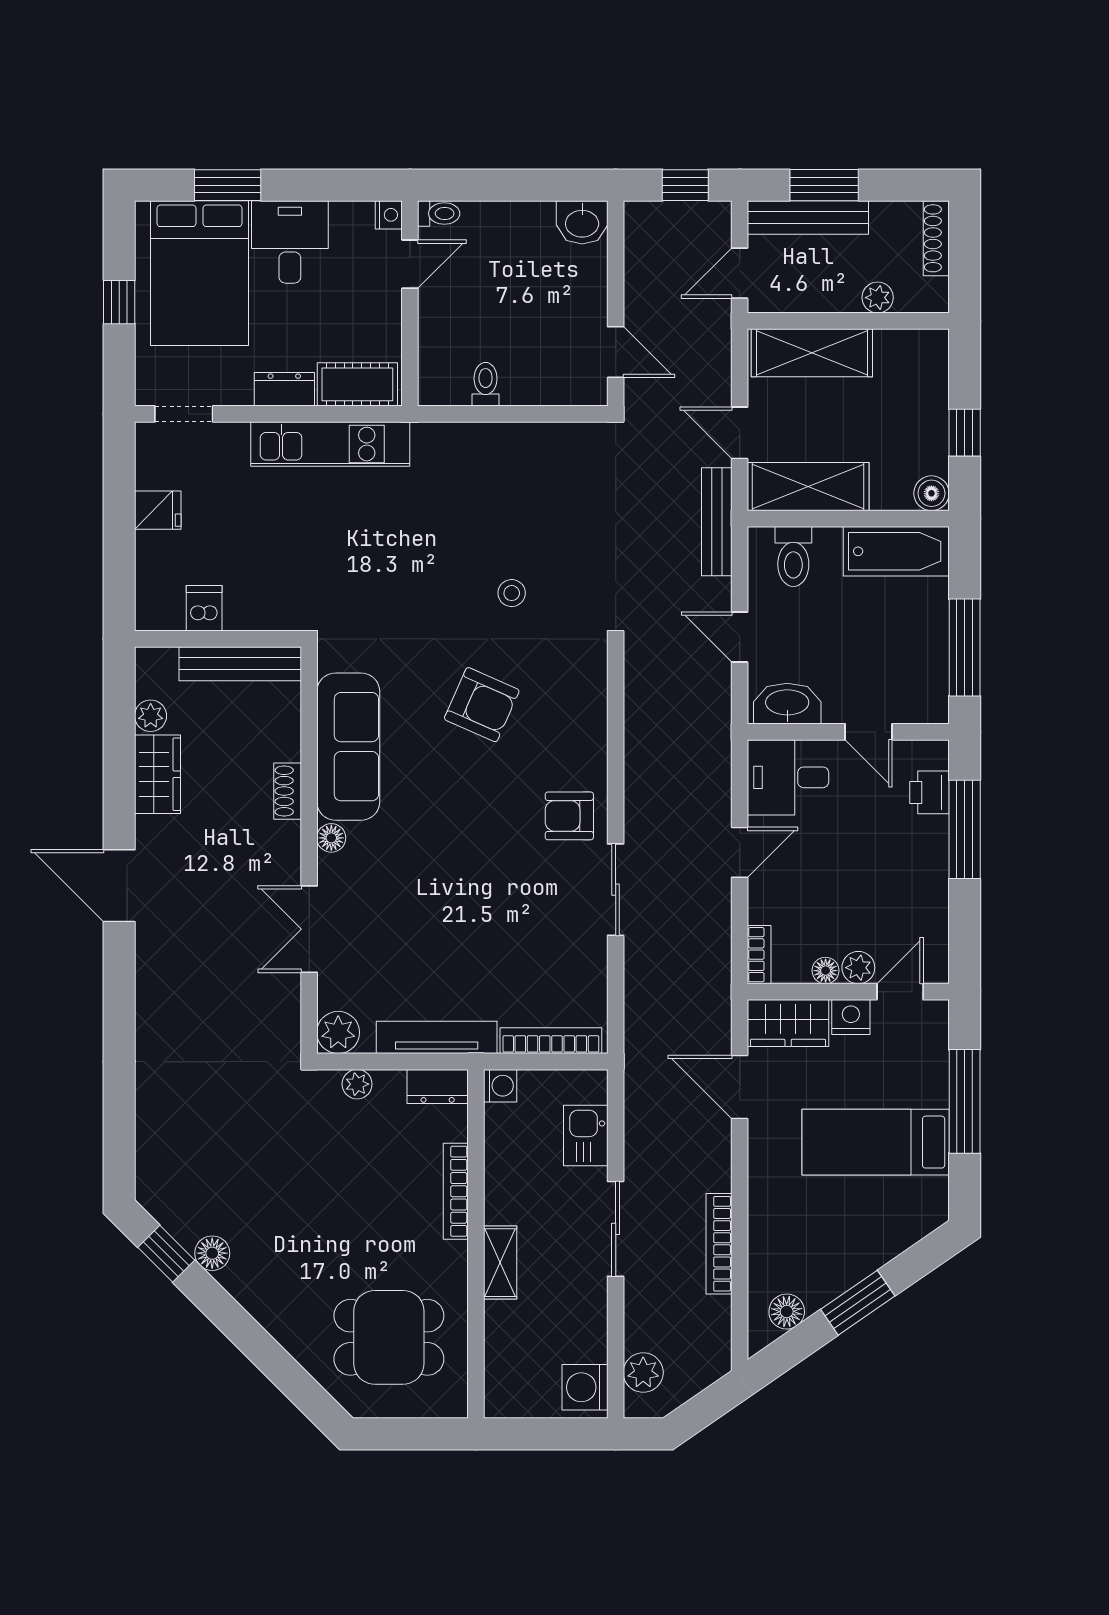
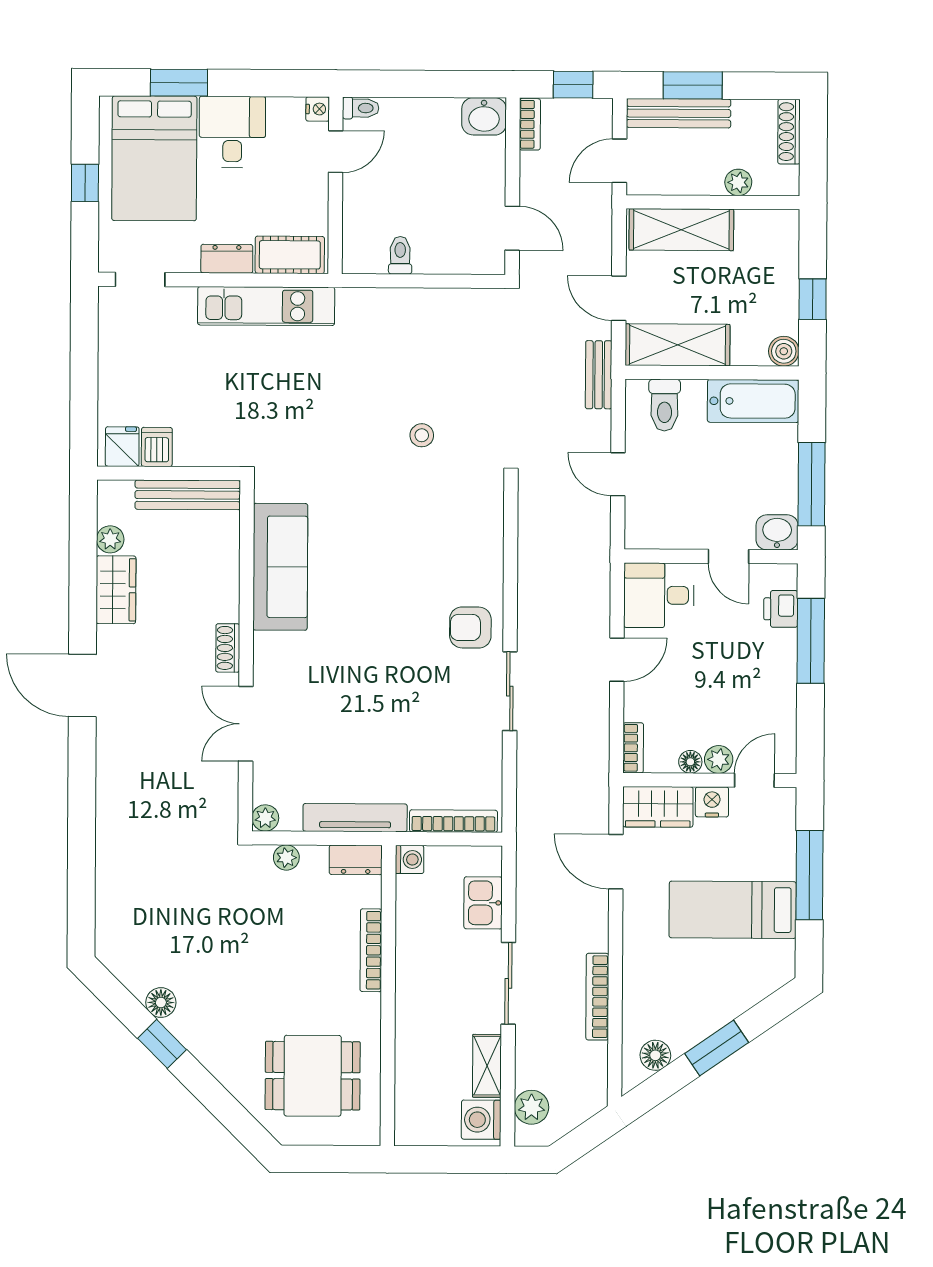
bookcase: (635, 231) -> (530, 124), added
fridge: (158, 510) -> (122, 447), moved, turned -90
bench: (717, 522) -> (599, 375), width x0.73
washbasin: (787, 704) -> (777, 532), moved, width x0.72
armchair: (482, 705) -> (395, 531), removed
shoe rack: (288, 791) -> (228, 648), moved
floor lamp: (331, 838) -> (265, 645), removed
plant: (338, 1032) -> (265, 818), width x0.73, depth x0.73
window: (166, 1254) -> (162, 1044), moved
shelving: (500, 1263) -> (487, 1066), moved

